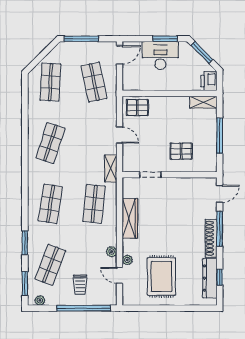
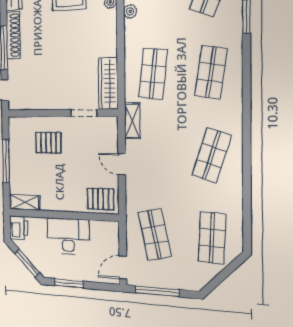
window: (81, 39) -> (157, 291), moved
desk: (160, 55) -> (68, 236), moved, turned 180
wardrobe: (130, 218) -> (108, 83), moved

